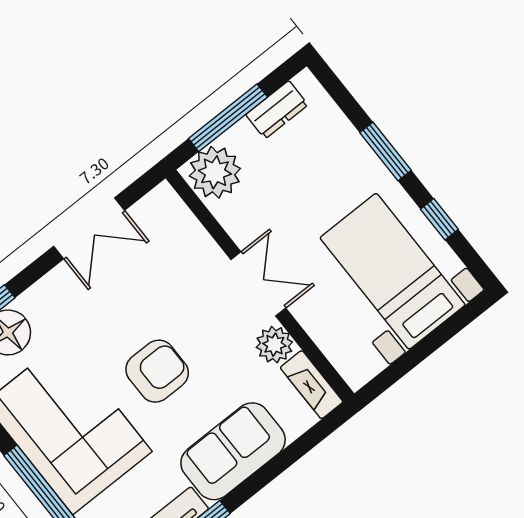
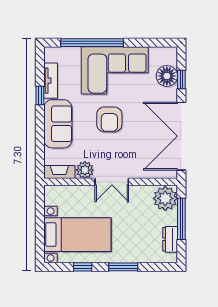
double door: (89, 228) -> (181, 136), width x1.87

